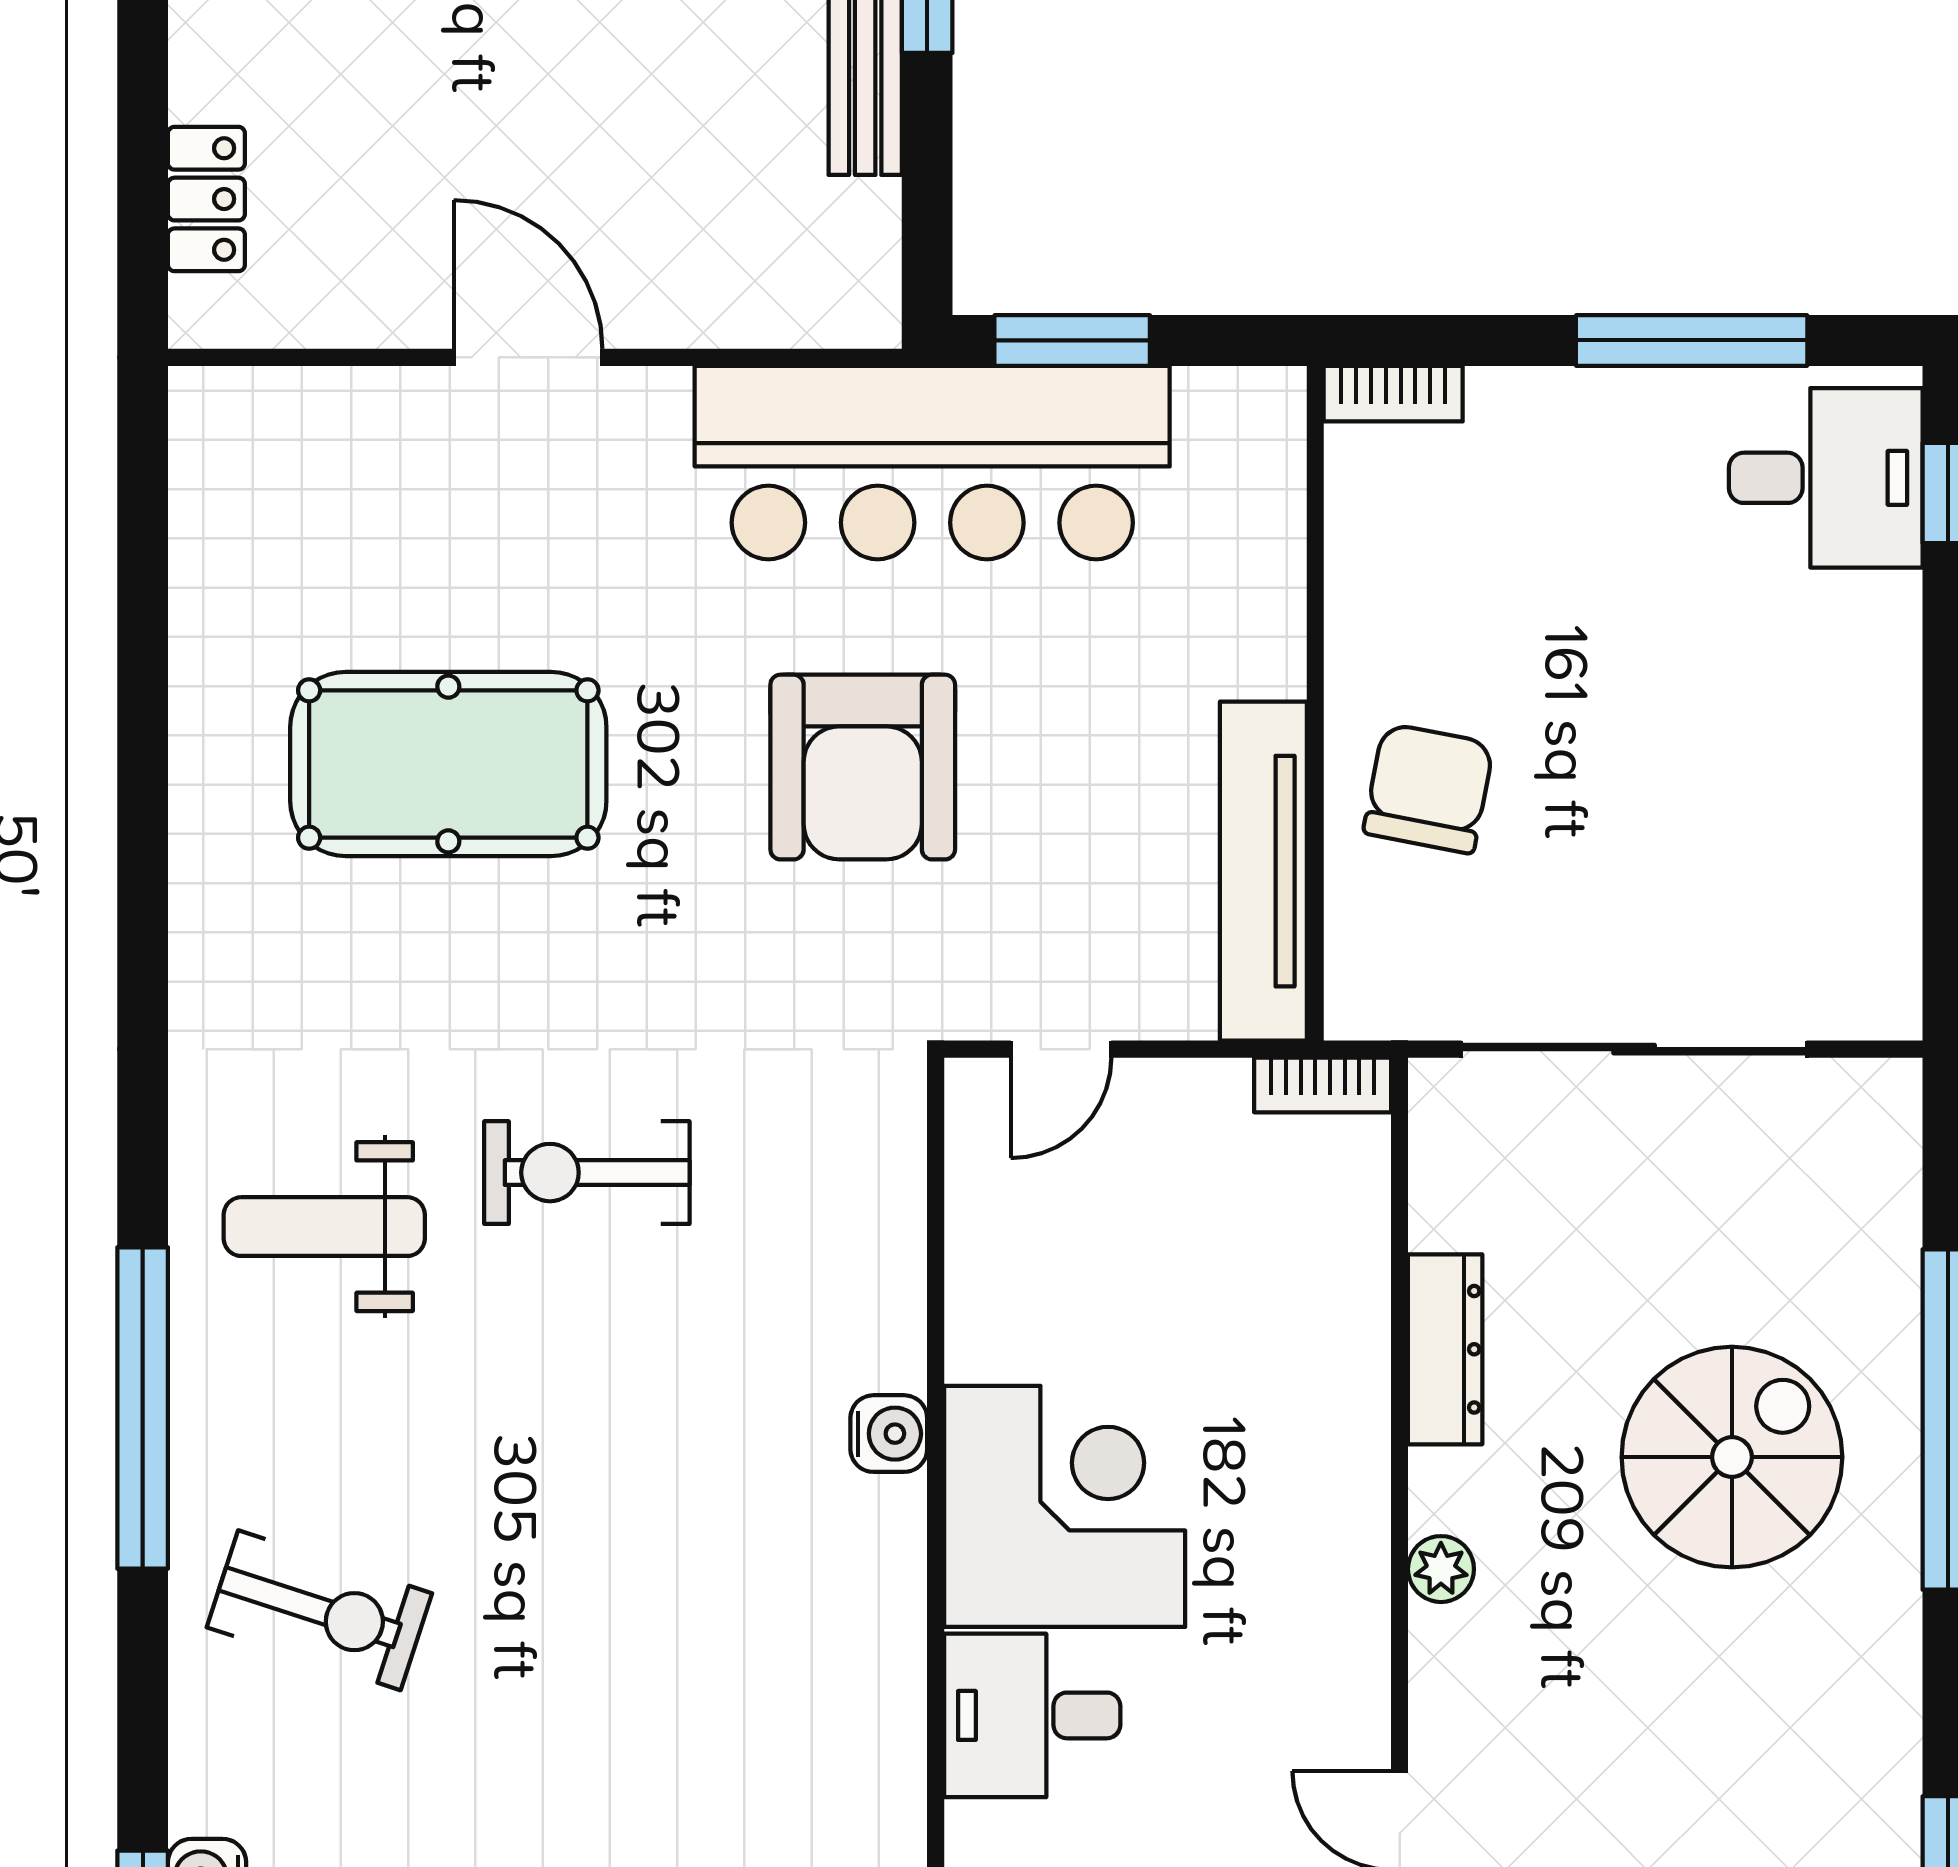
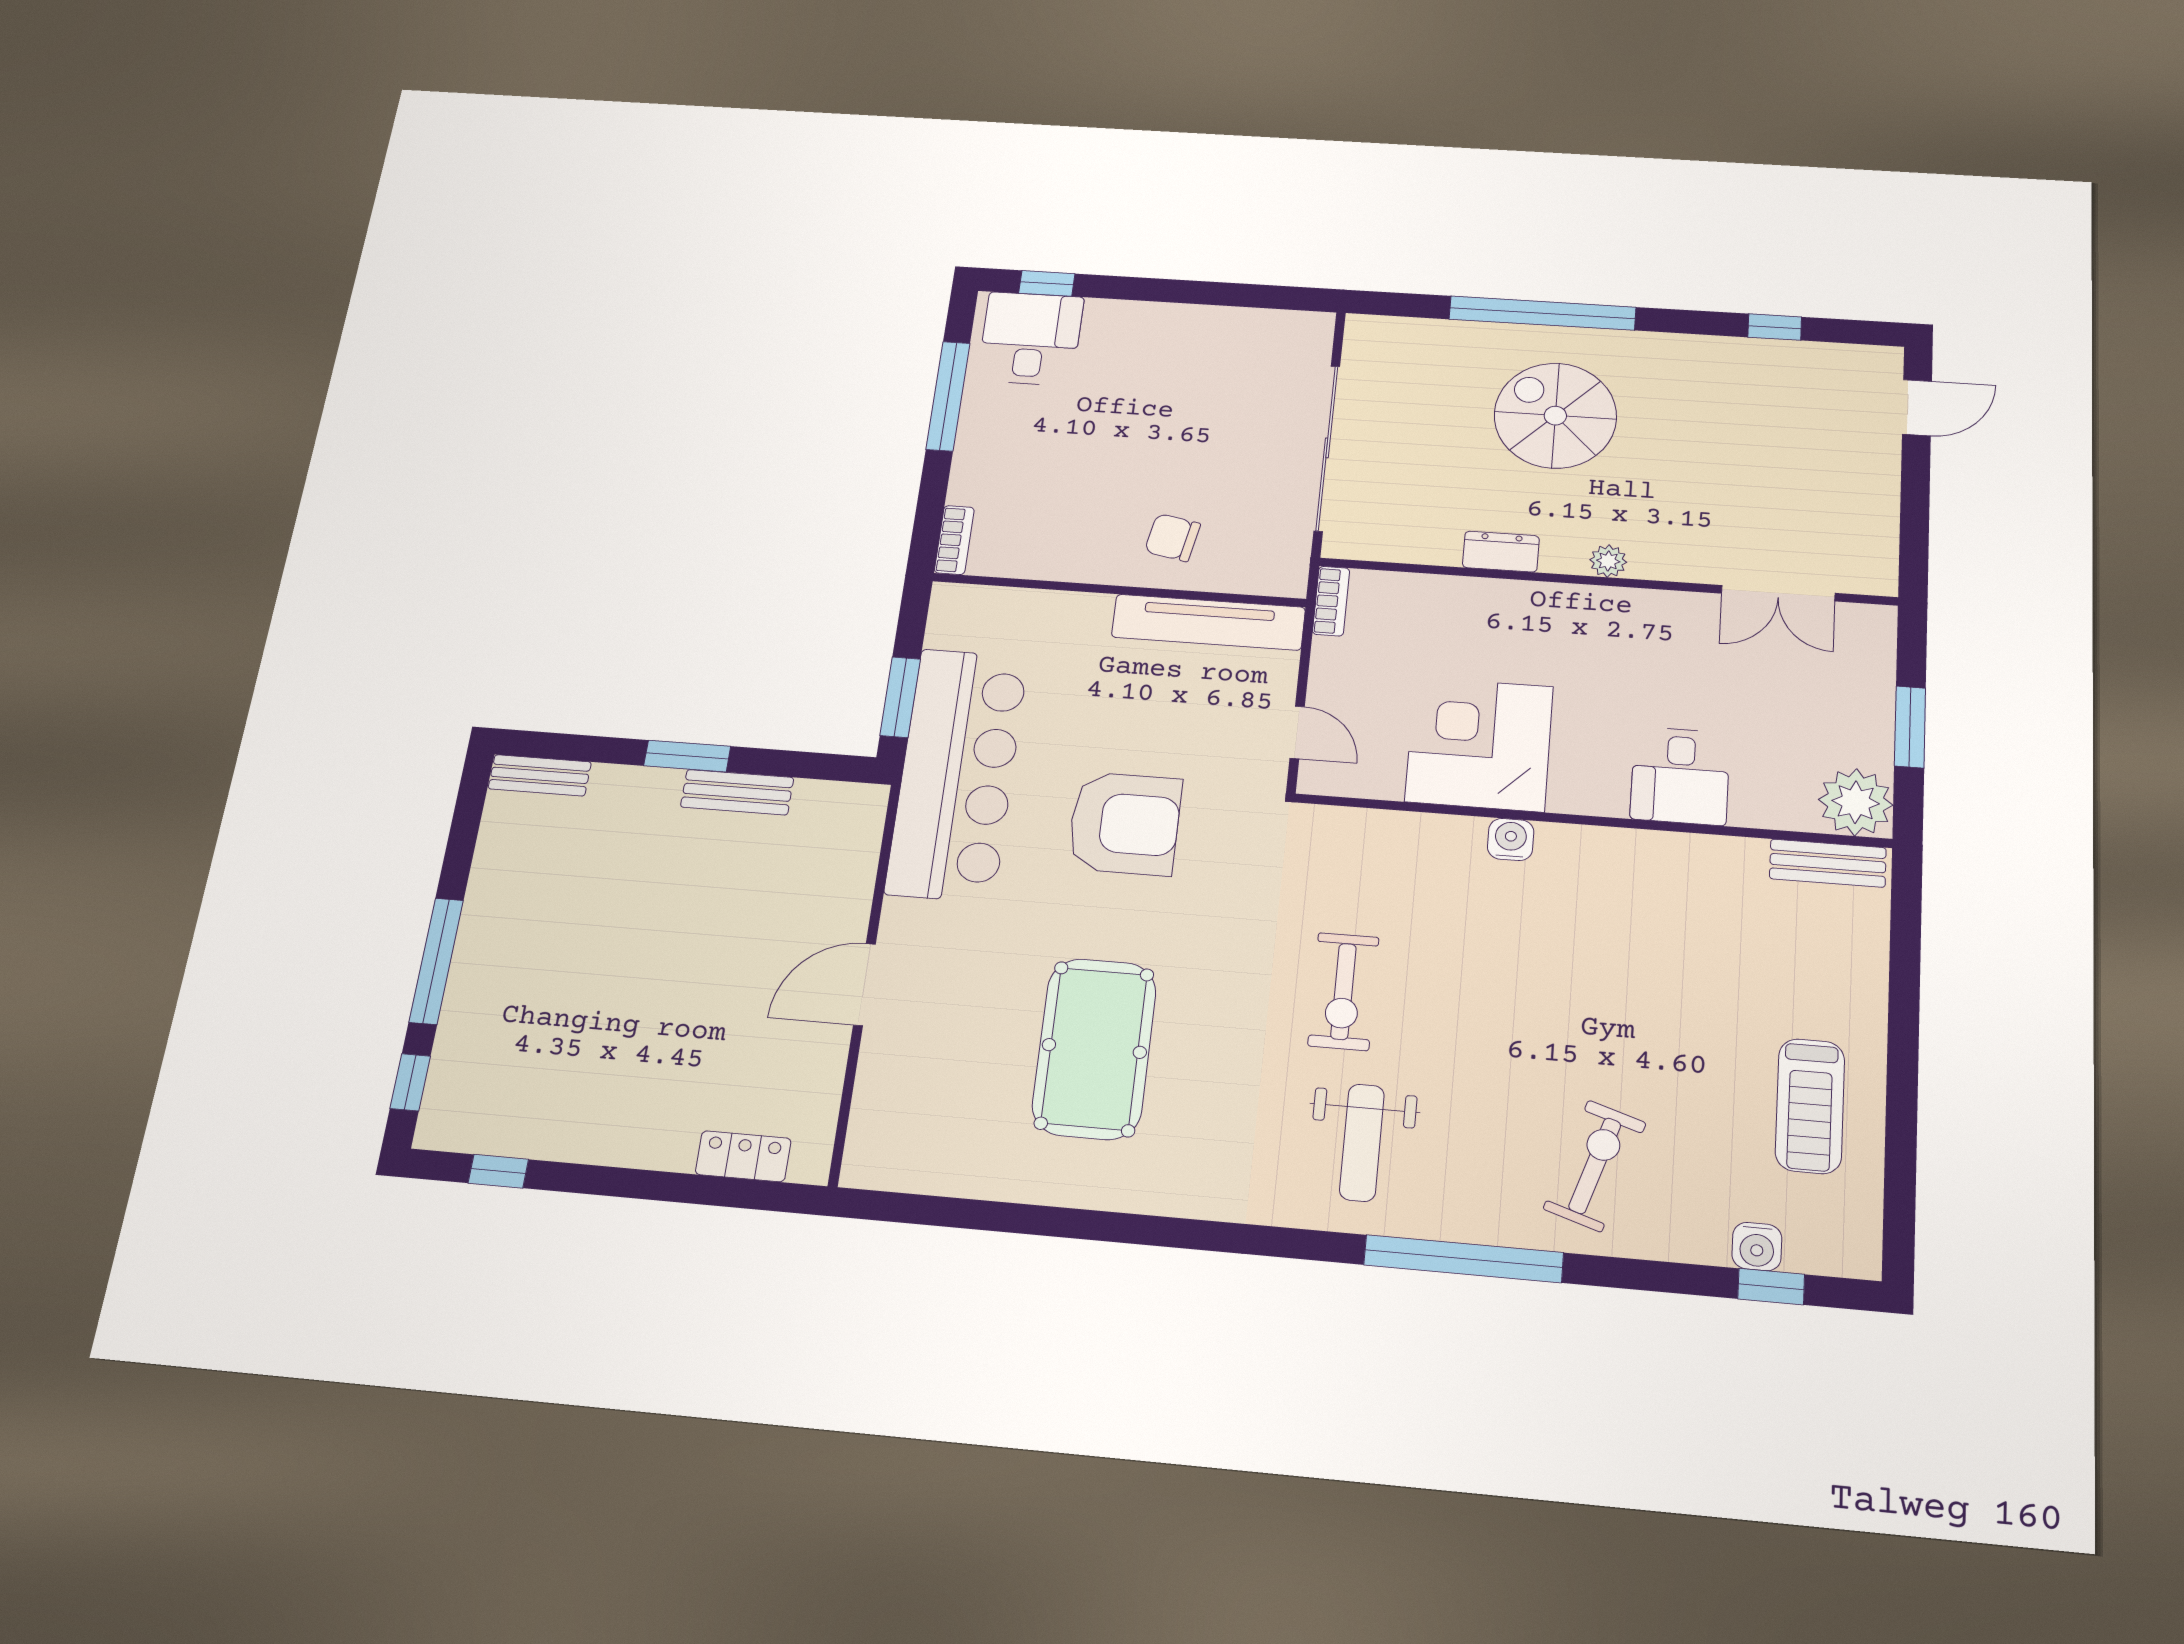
chair: (1429, 788) -> (1173, 538), width x0.73, depth x0.73
dresser: (1445, 1349) -> (1501, 552), width x0.70
corner desk: (1065, 1506) -> (1479, 744), moved

